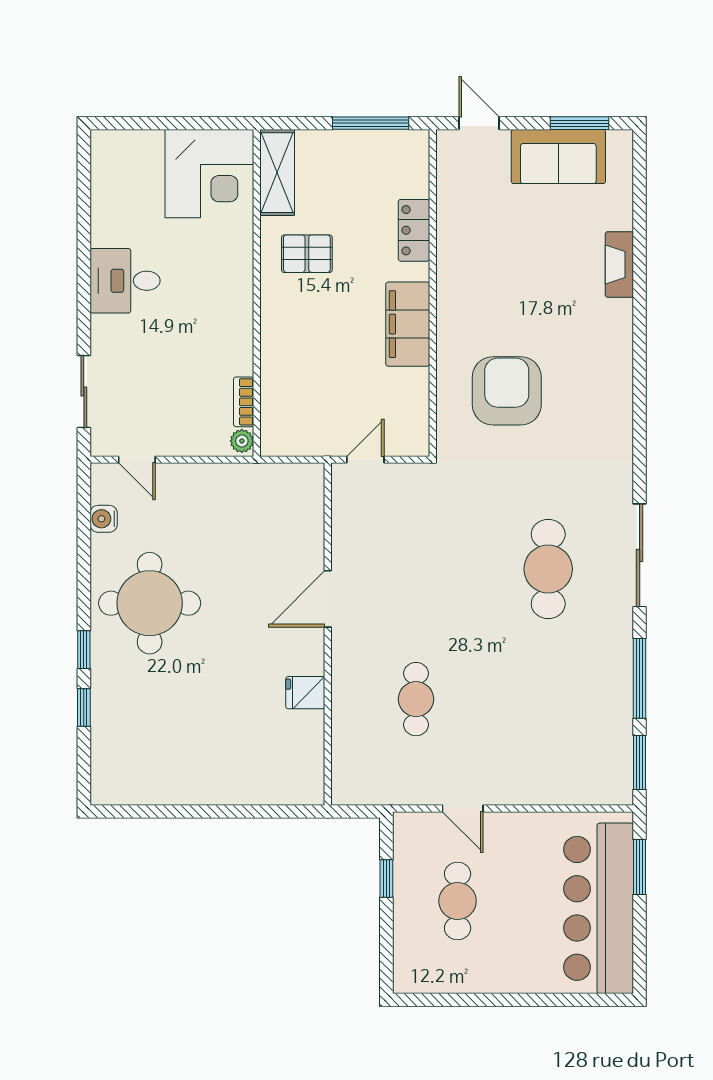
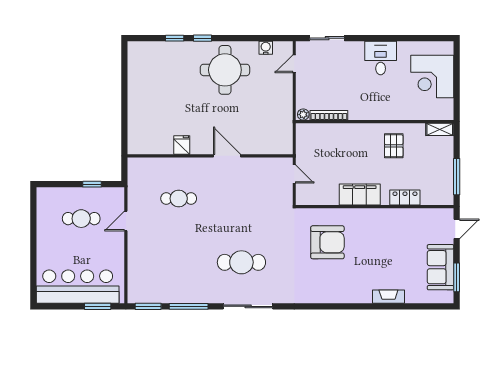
shelving: (277, 173) -> (440, 129), width x0.67, depth x0.75
corner desk: (209, 174) -> (432, 77), moved
bookcase: (244, 402) -> (329, 115), width x1.56

